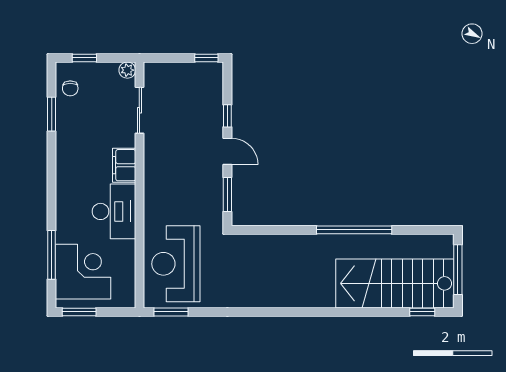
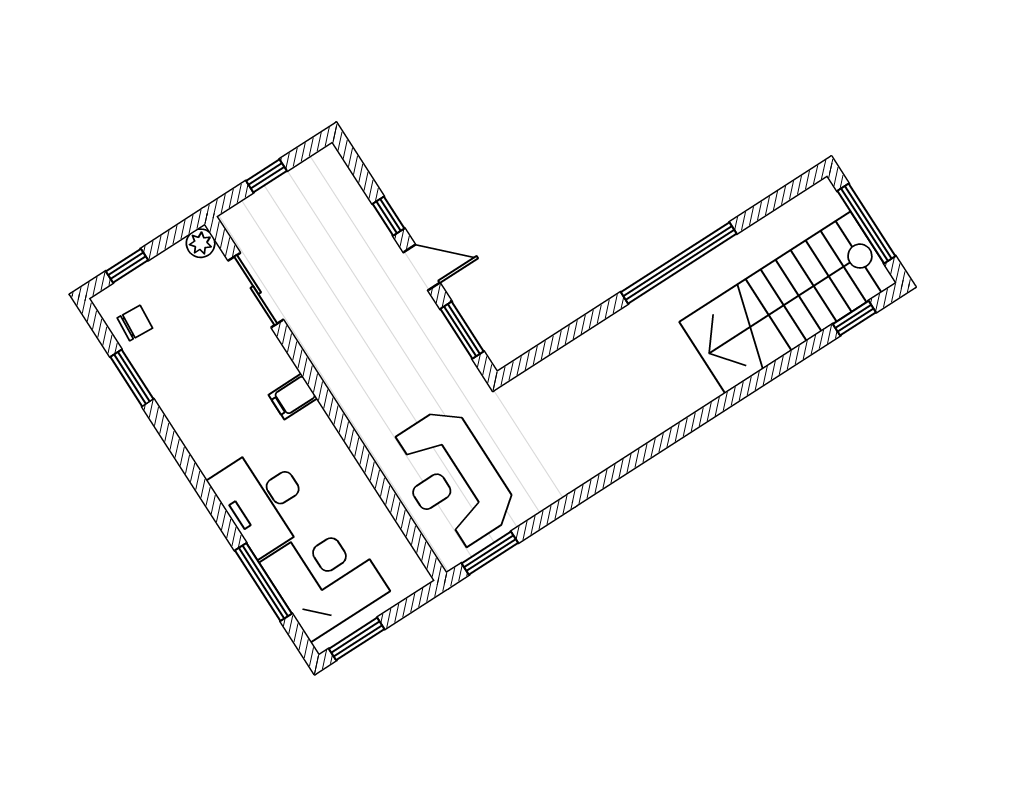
window: (206, 58) -> (266, 176), moved
chair: (70, 88) -> (135, 323), turned -86
filing cabinet: (124, 165) -> (293, 397), width x0.50
desk: (114, 211) -> (263, 500), moved, turned 180

